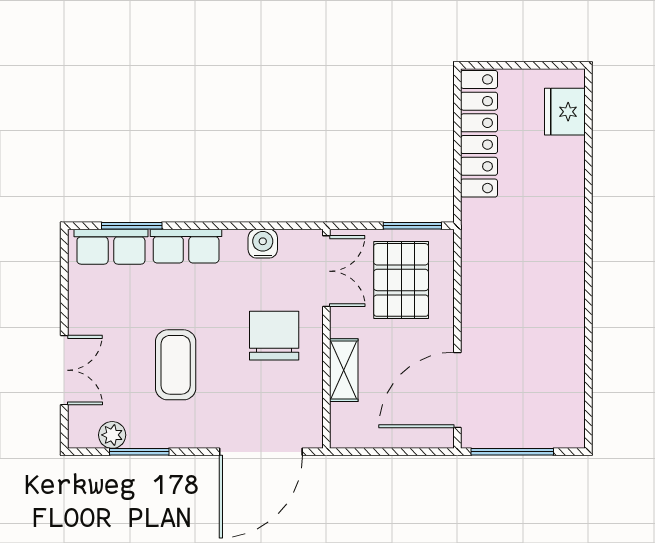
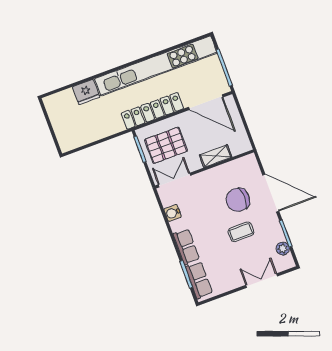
fridge: (565, 112) -> (86, 92), moved
locker: (479, 134) -> (152, 111), moved
kitchen unit: (565, 318) -> (156, 66), added
chair: (274, 336) -> (238, 200), moved
coffee table: (176, 365) -> (241, 232), width x0.73, depth x0.77
door: (261, 452) -> (271, 193), moved

